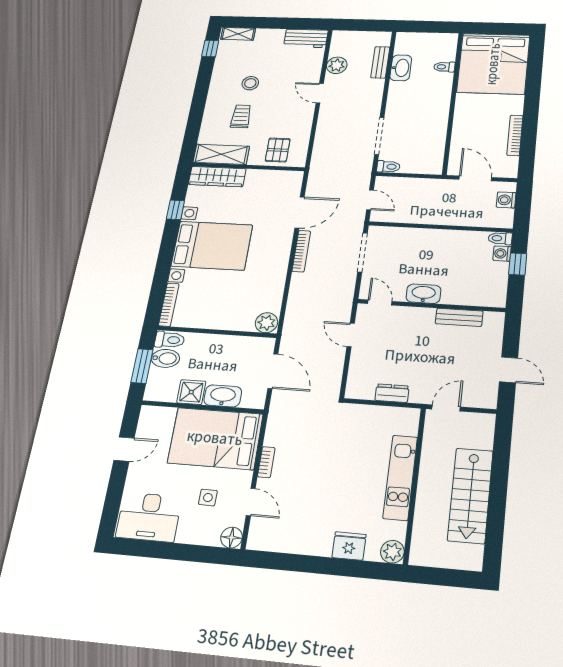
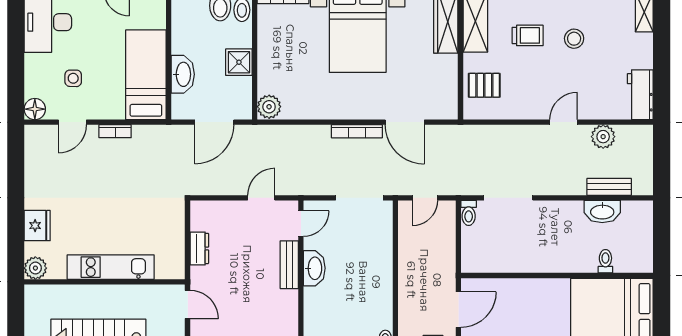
bench: (459, 317) -> (289, 265), moved
shower: (191, 392) -> (239, 62), moved
bed: (215, 438) -> (146, 75), width x0.67

